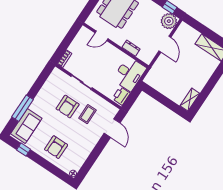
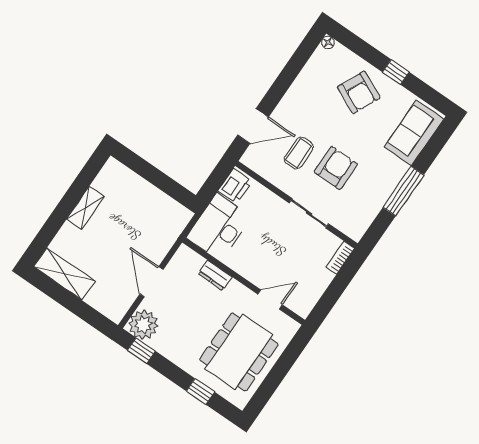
shelving: (190, 100) -> (85, 208), moved
window: (22, 108) -> (403, 191), moved
door: (112, 128) -> (253, 126), swing flipped
armchair: (56, 147) -> (359, 92), turned 115
window: (23, 150) -> (396, 72), moved

